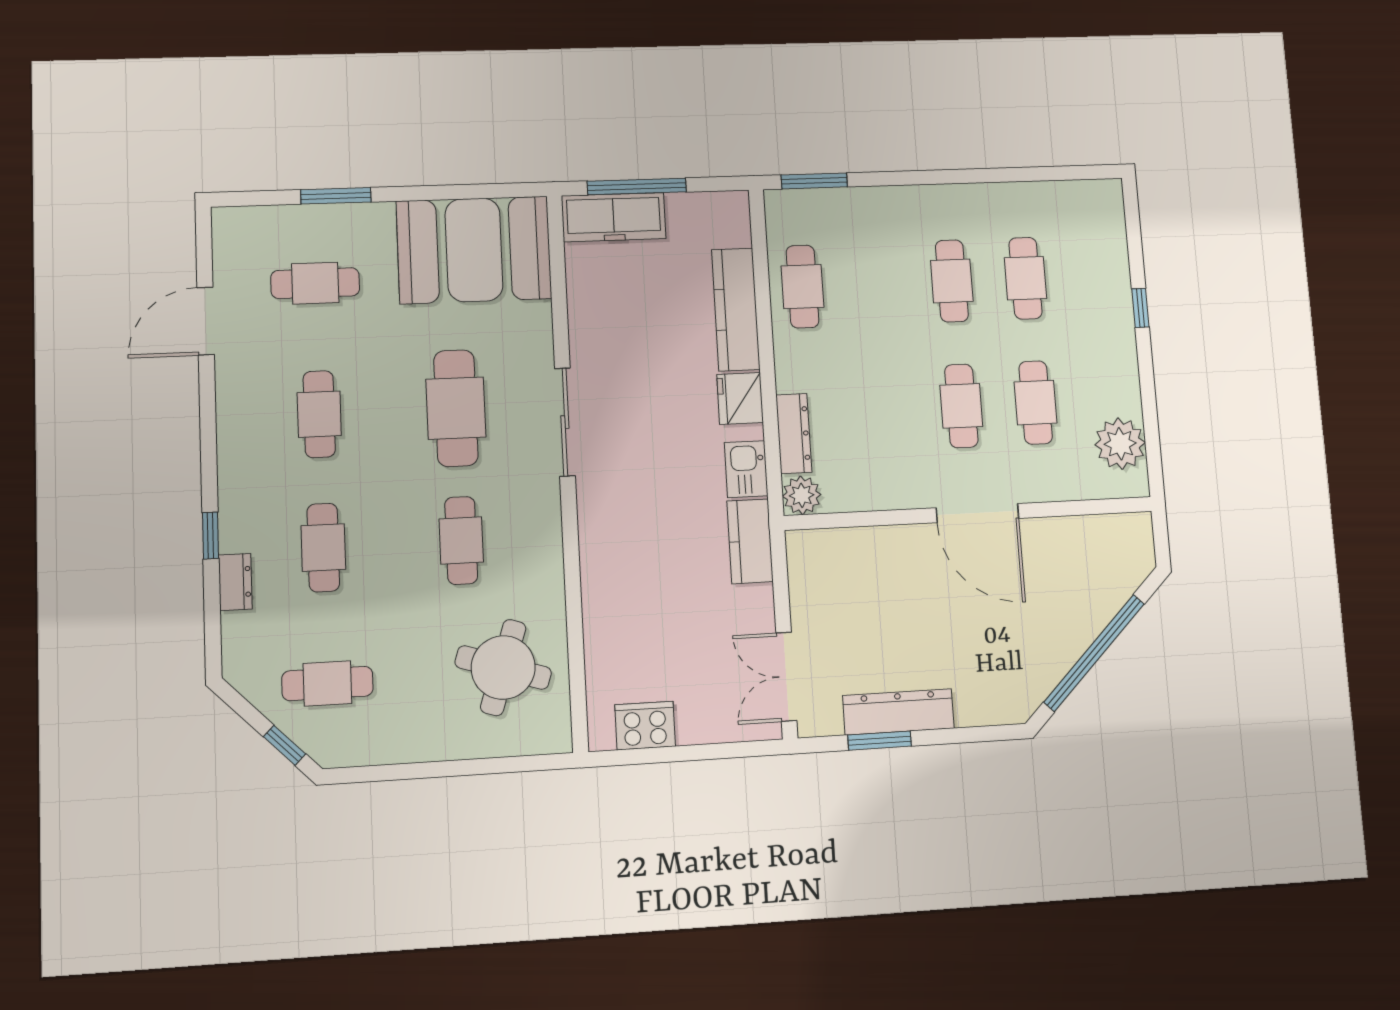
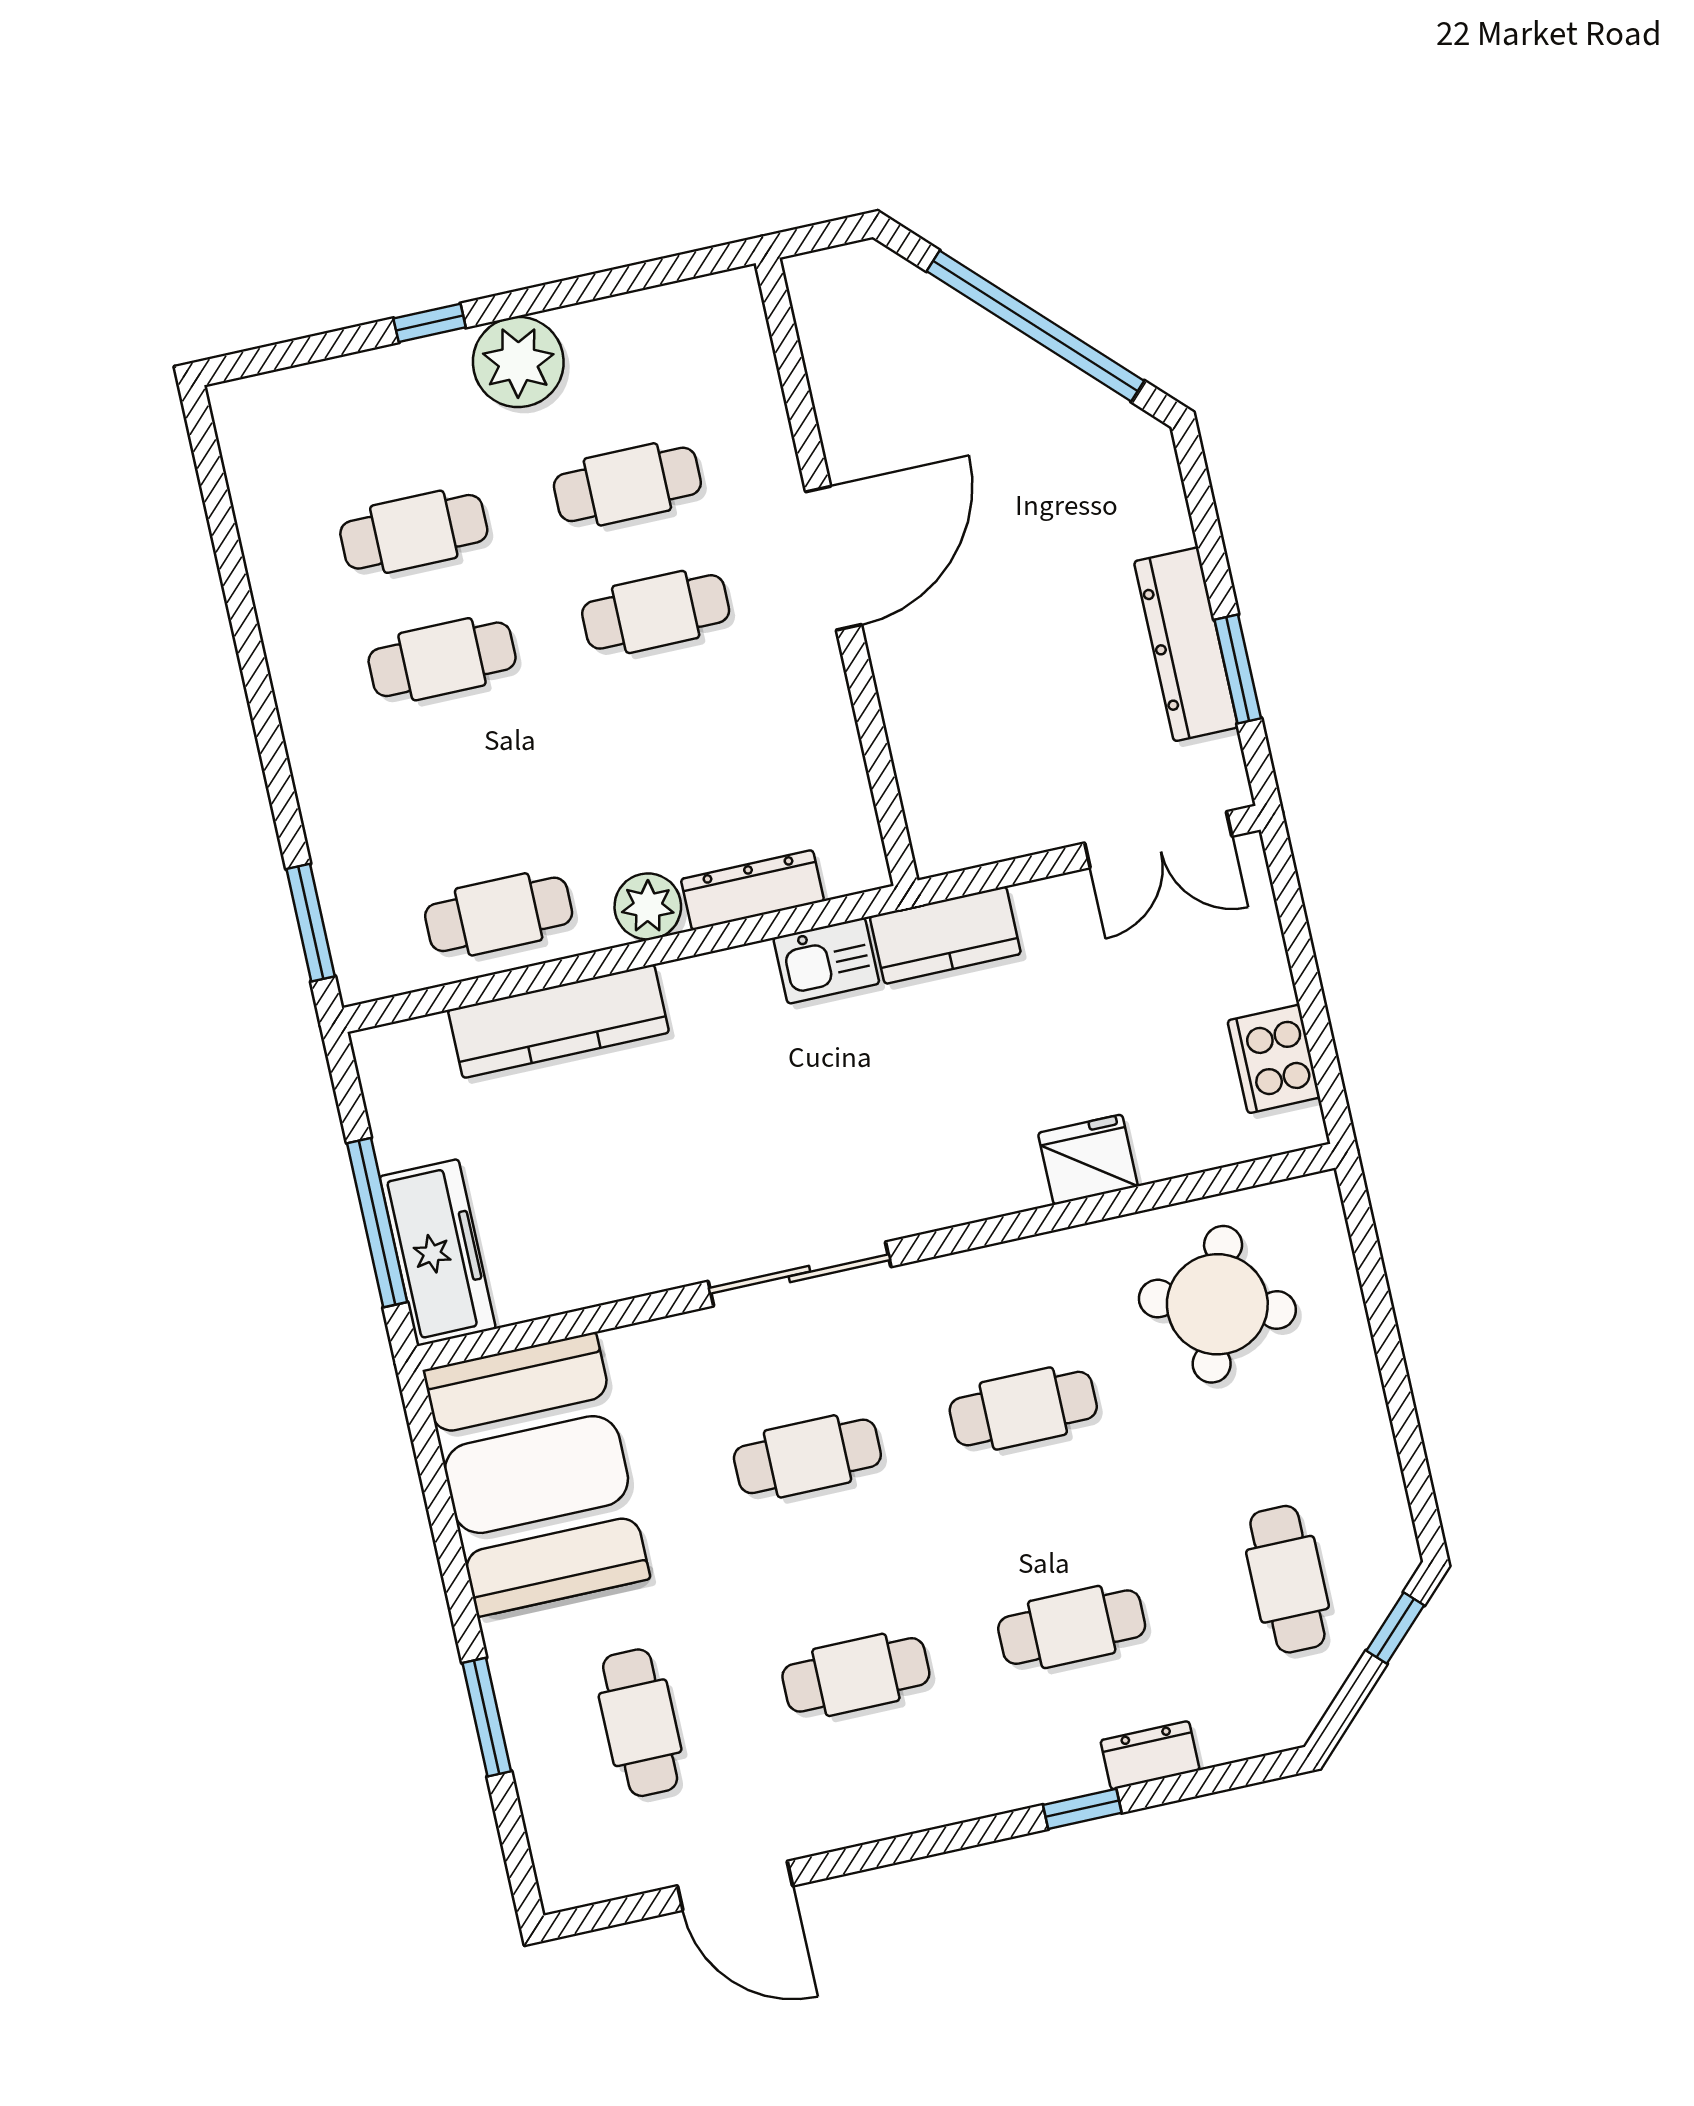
fridge: (740, 398) -> (1088, 1160), moved, turned 180
cafe table: (456, 408) -> (807, 1456), width x0.73, depth x0.74
plant: (1120, 444) -> (518, 362), moved
plant: (802, 495) -> (648, 906), moved

